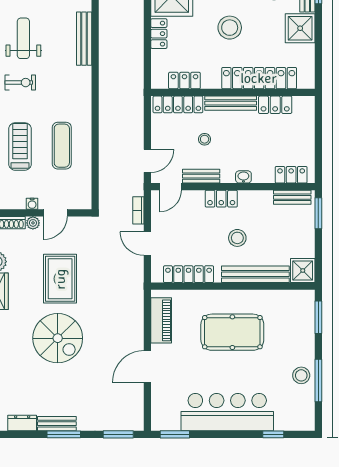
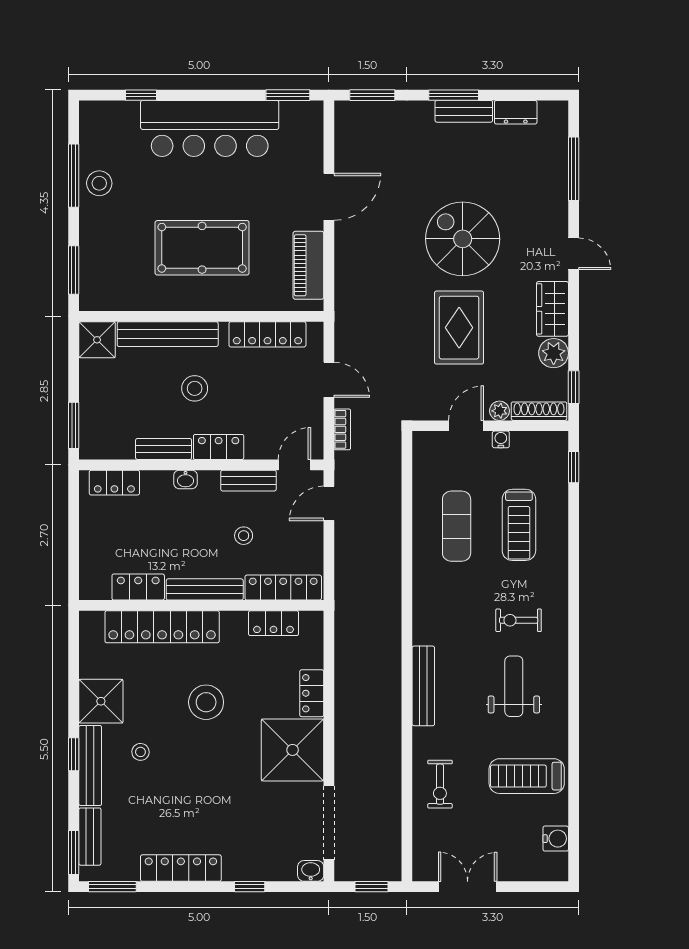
weight bench: (23, 38) -> (514, 686), turned 180
bench: (292, 197) -> (164, 449), moved

